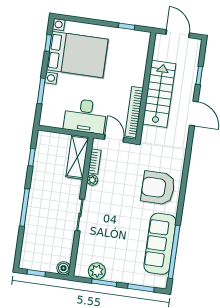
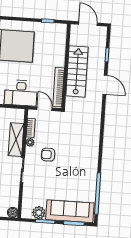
shelving: (77, 157) -> (16, 140), moved
armchair: (158, 188) -> (48, 155), moved, width x0.53, depth x0.53
sofa: (160, 244) -> (70, 211), moved, turned 90

